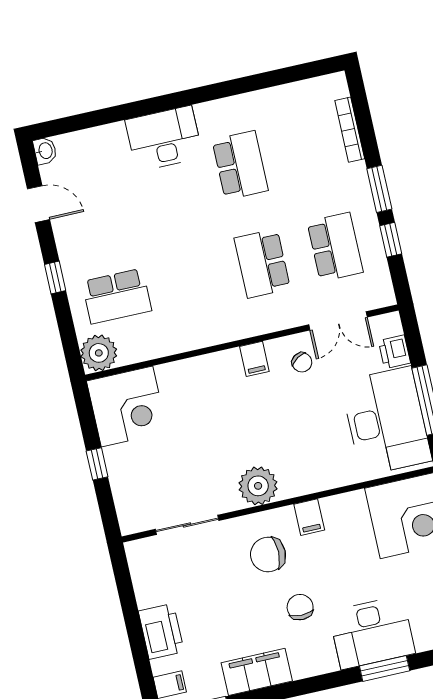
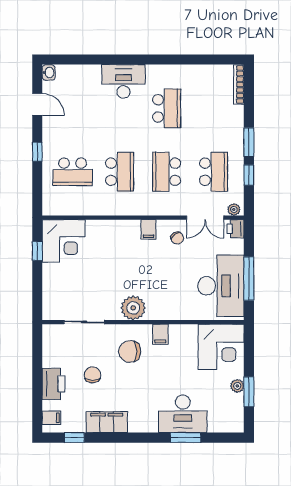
bookcase: (350, 130) -> (239, 84), moved
school desk: (189, 280) -> (120, 172), added
printer: (394, 352) -> (236, 229), moved
plant: (99, 353) -> (234, 210), moved, width x0.53, depth x0.53
window: (97, 464) -> (37, 251), moved
chair: (300, 607) -> (92, 375), moved

